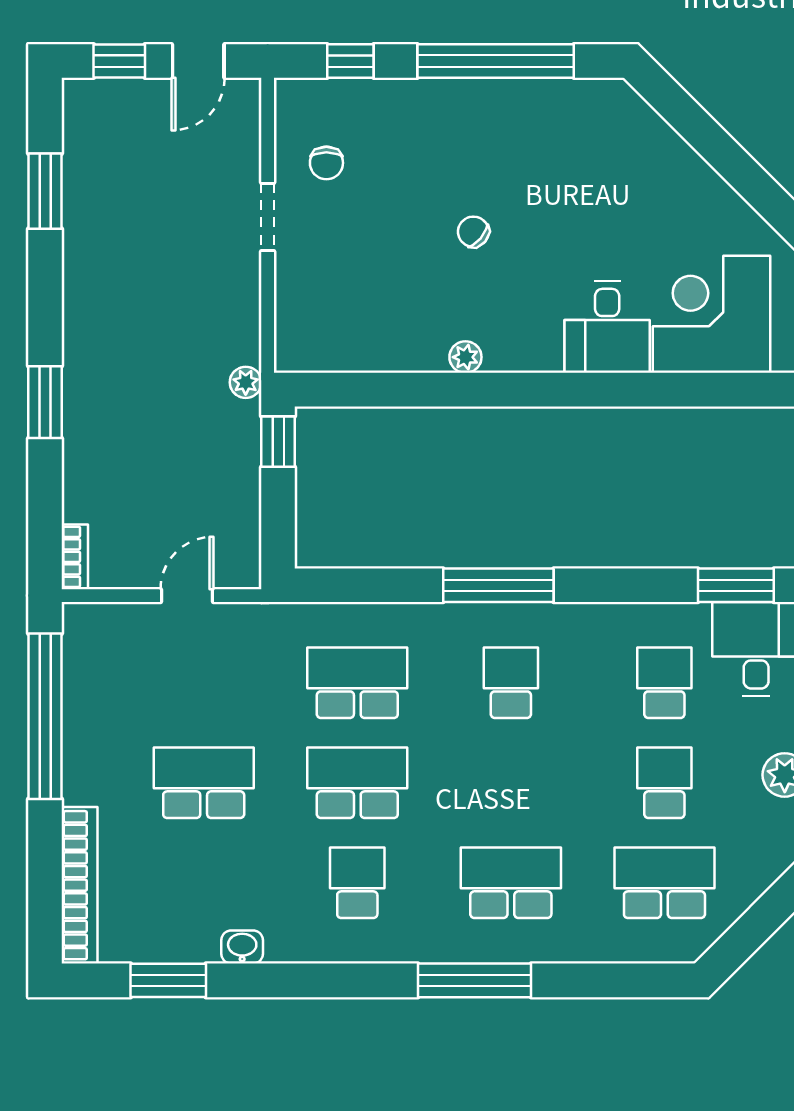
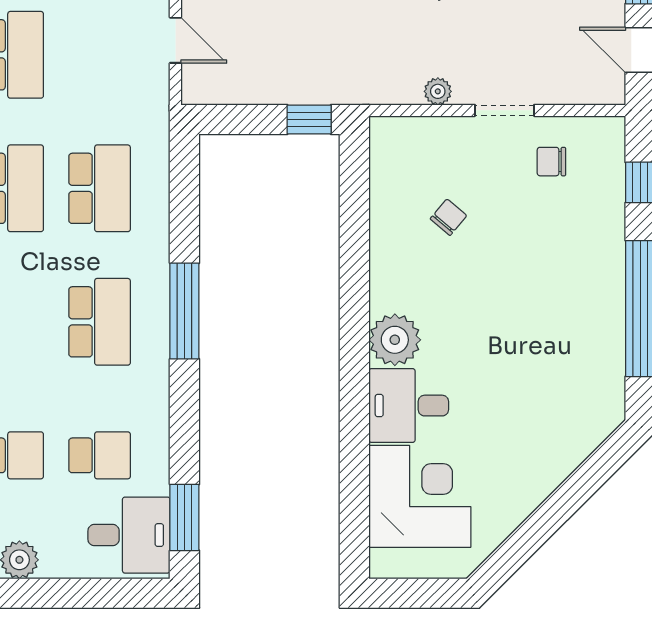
chair: (473, 232) -> (448, 217), moved
plant: (465, 357) -> (395, 340), moved, width x1.87, depth x1.87
plant: (246, 382) -> (438, 91), moved
school desk: (511, 683) -> (100, 322), width x1.85

